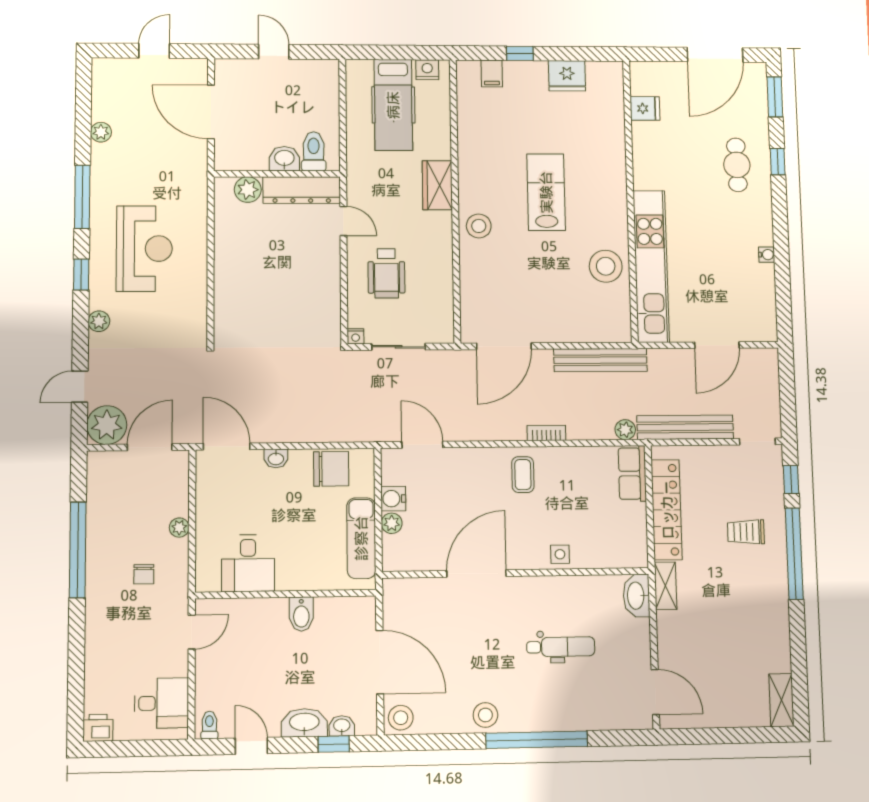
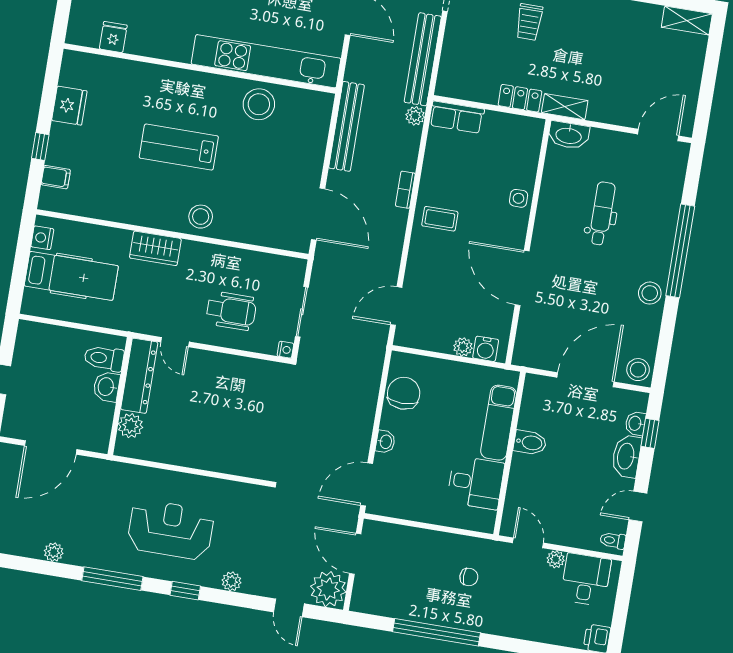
door: (343, 221) -> (175, 342), swing flipped
water cooler: (393, 499) -> (486, 349), moved
locker: (667, 510) -> (520, 98), width x0.46, depth x0.83
plant: (179, 528) -> (556, 559), moved
exam couch: (361, 538) -> (499, 423), moved, turned 90

